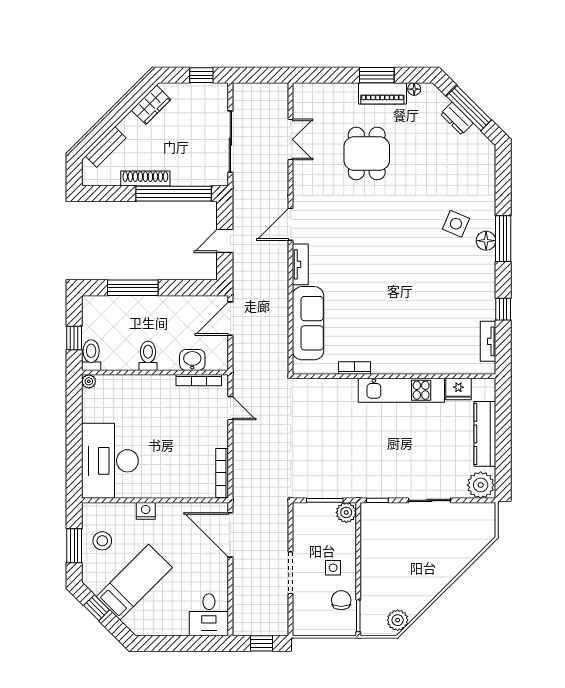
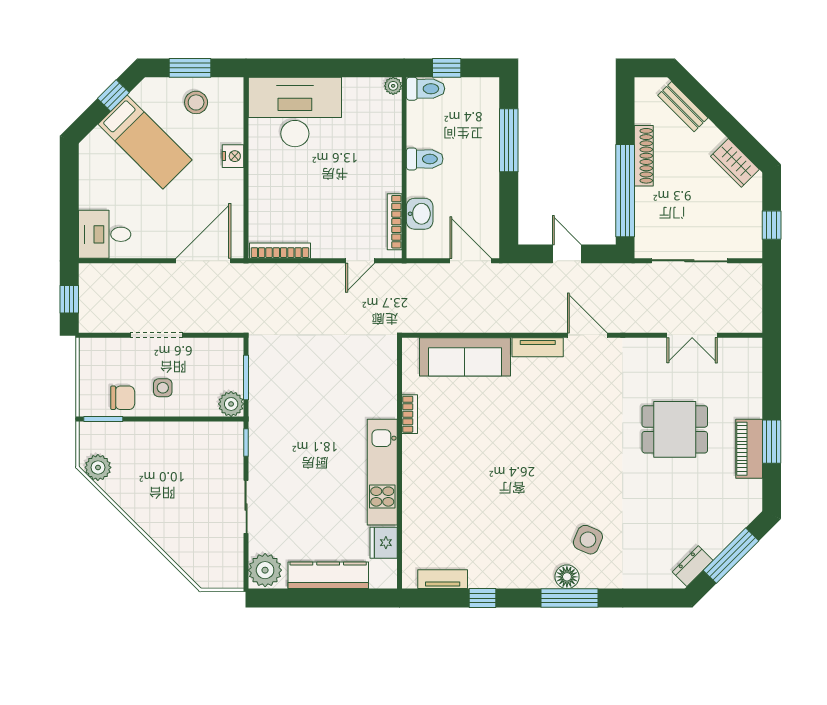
floor lamp: (414, 89) -> (754, 488), removed
dresser: (457, 119) -> (693, 566), moved

